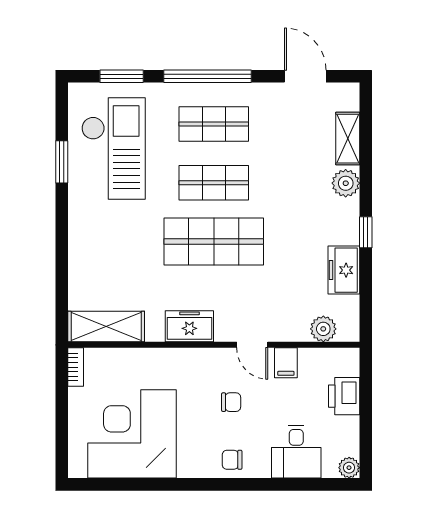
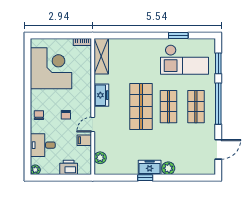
shelving: (348, 139) -> (189, 169), removed
freezer: (344, 270) -> (150, 167), moved

